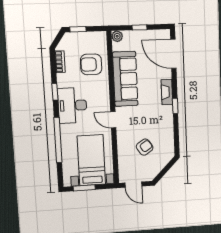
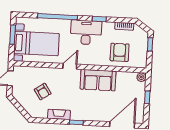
sofa: (125, 79) -> (98, 80), width x0.73
fireplace: (167, 92) -> (59, 114), moved

